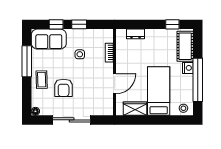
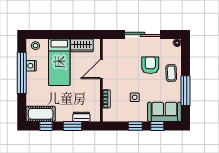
window: (145, 24) -> (73, 126), added
cot: (185, 46) -> (41, 114), moved, turned 90
nightstand: (188, 68) -> (31, 66), moved

